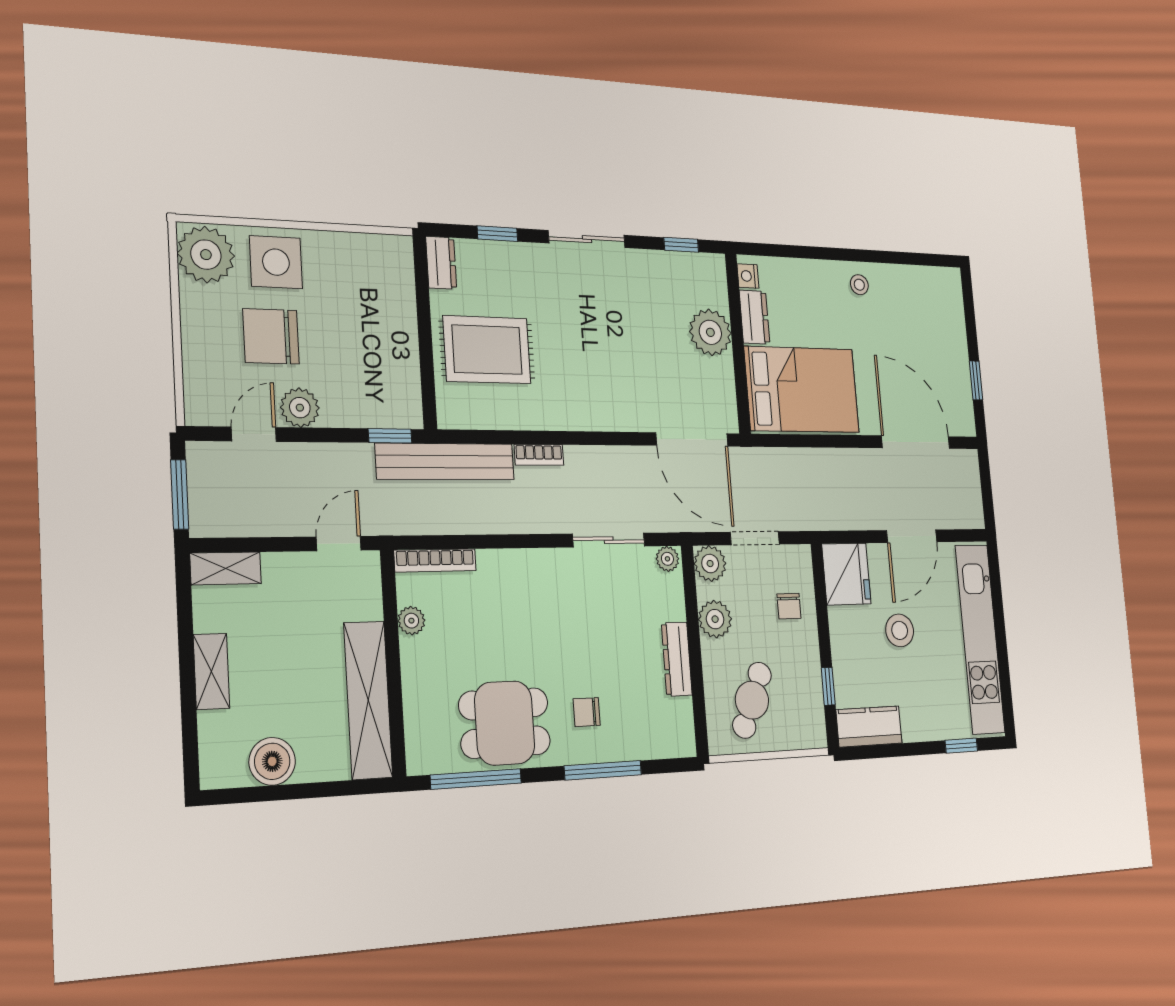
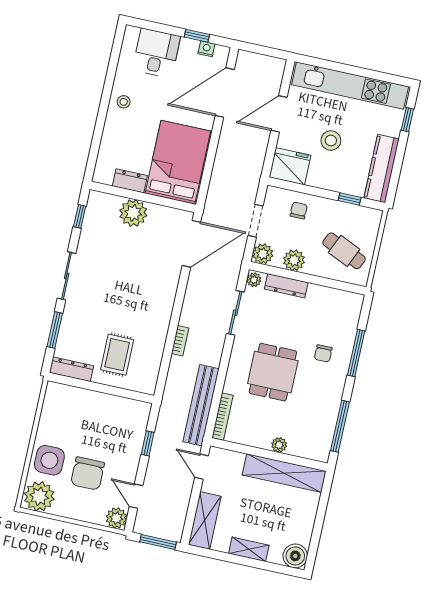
window: (497, 234) -> (55, 330), width x1.50
dresser: (441, 263) -> (71, 369), width x1.44
nightstand: (748, 276) -> (206, 49), moved, turned 180
desk: (937, 323) -> (156, 53), added
rug: (487, 350) -> (117, 355), width x0.73, depth x0.70
plant: (300, 408) -> (116, 518), moved
window: (390, 436) -> (148, 443), moved
bench: (445, 462) -> (201, 405), moved
door: (912, 536) -> (279, 114), swing flipped
shelving: (226, 568) -> (205, 520), width x1.50, depth x1.33
chair: (789, 606) -> (299, 210), turned -90
plant: (411, 621) -> (279, 445), moved
dresser: (677, 659) -> (286, 286), moved
dining table: (505, 723) -> (273, 372), moved
kitchen counter: (869, 726) -> (382, 169), width x1.50
boiler: (272, 761) -> (295, 556), moved

